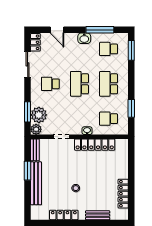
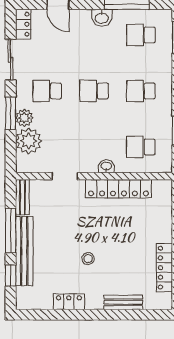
school desk: (79, 84) -> (94, 91), width x0.54
school desk: (109, 84) -> (141, 91), width x0.54
window: (28, 112) -> (11, 113), moved
plant: (36, 129) -> (24, 118), moved
window: (28, 171) -> (11, 231), width x1.44
window: (28, 199) -> (11, 275), added
locker: (64, 215) -> (69, 302), width x0.66

